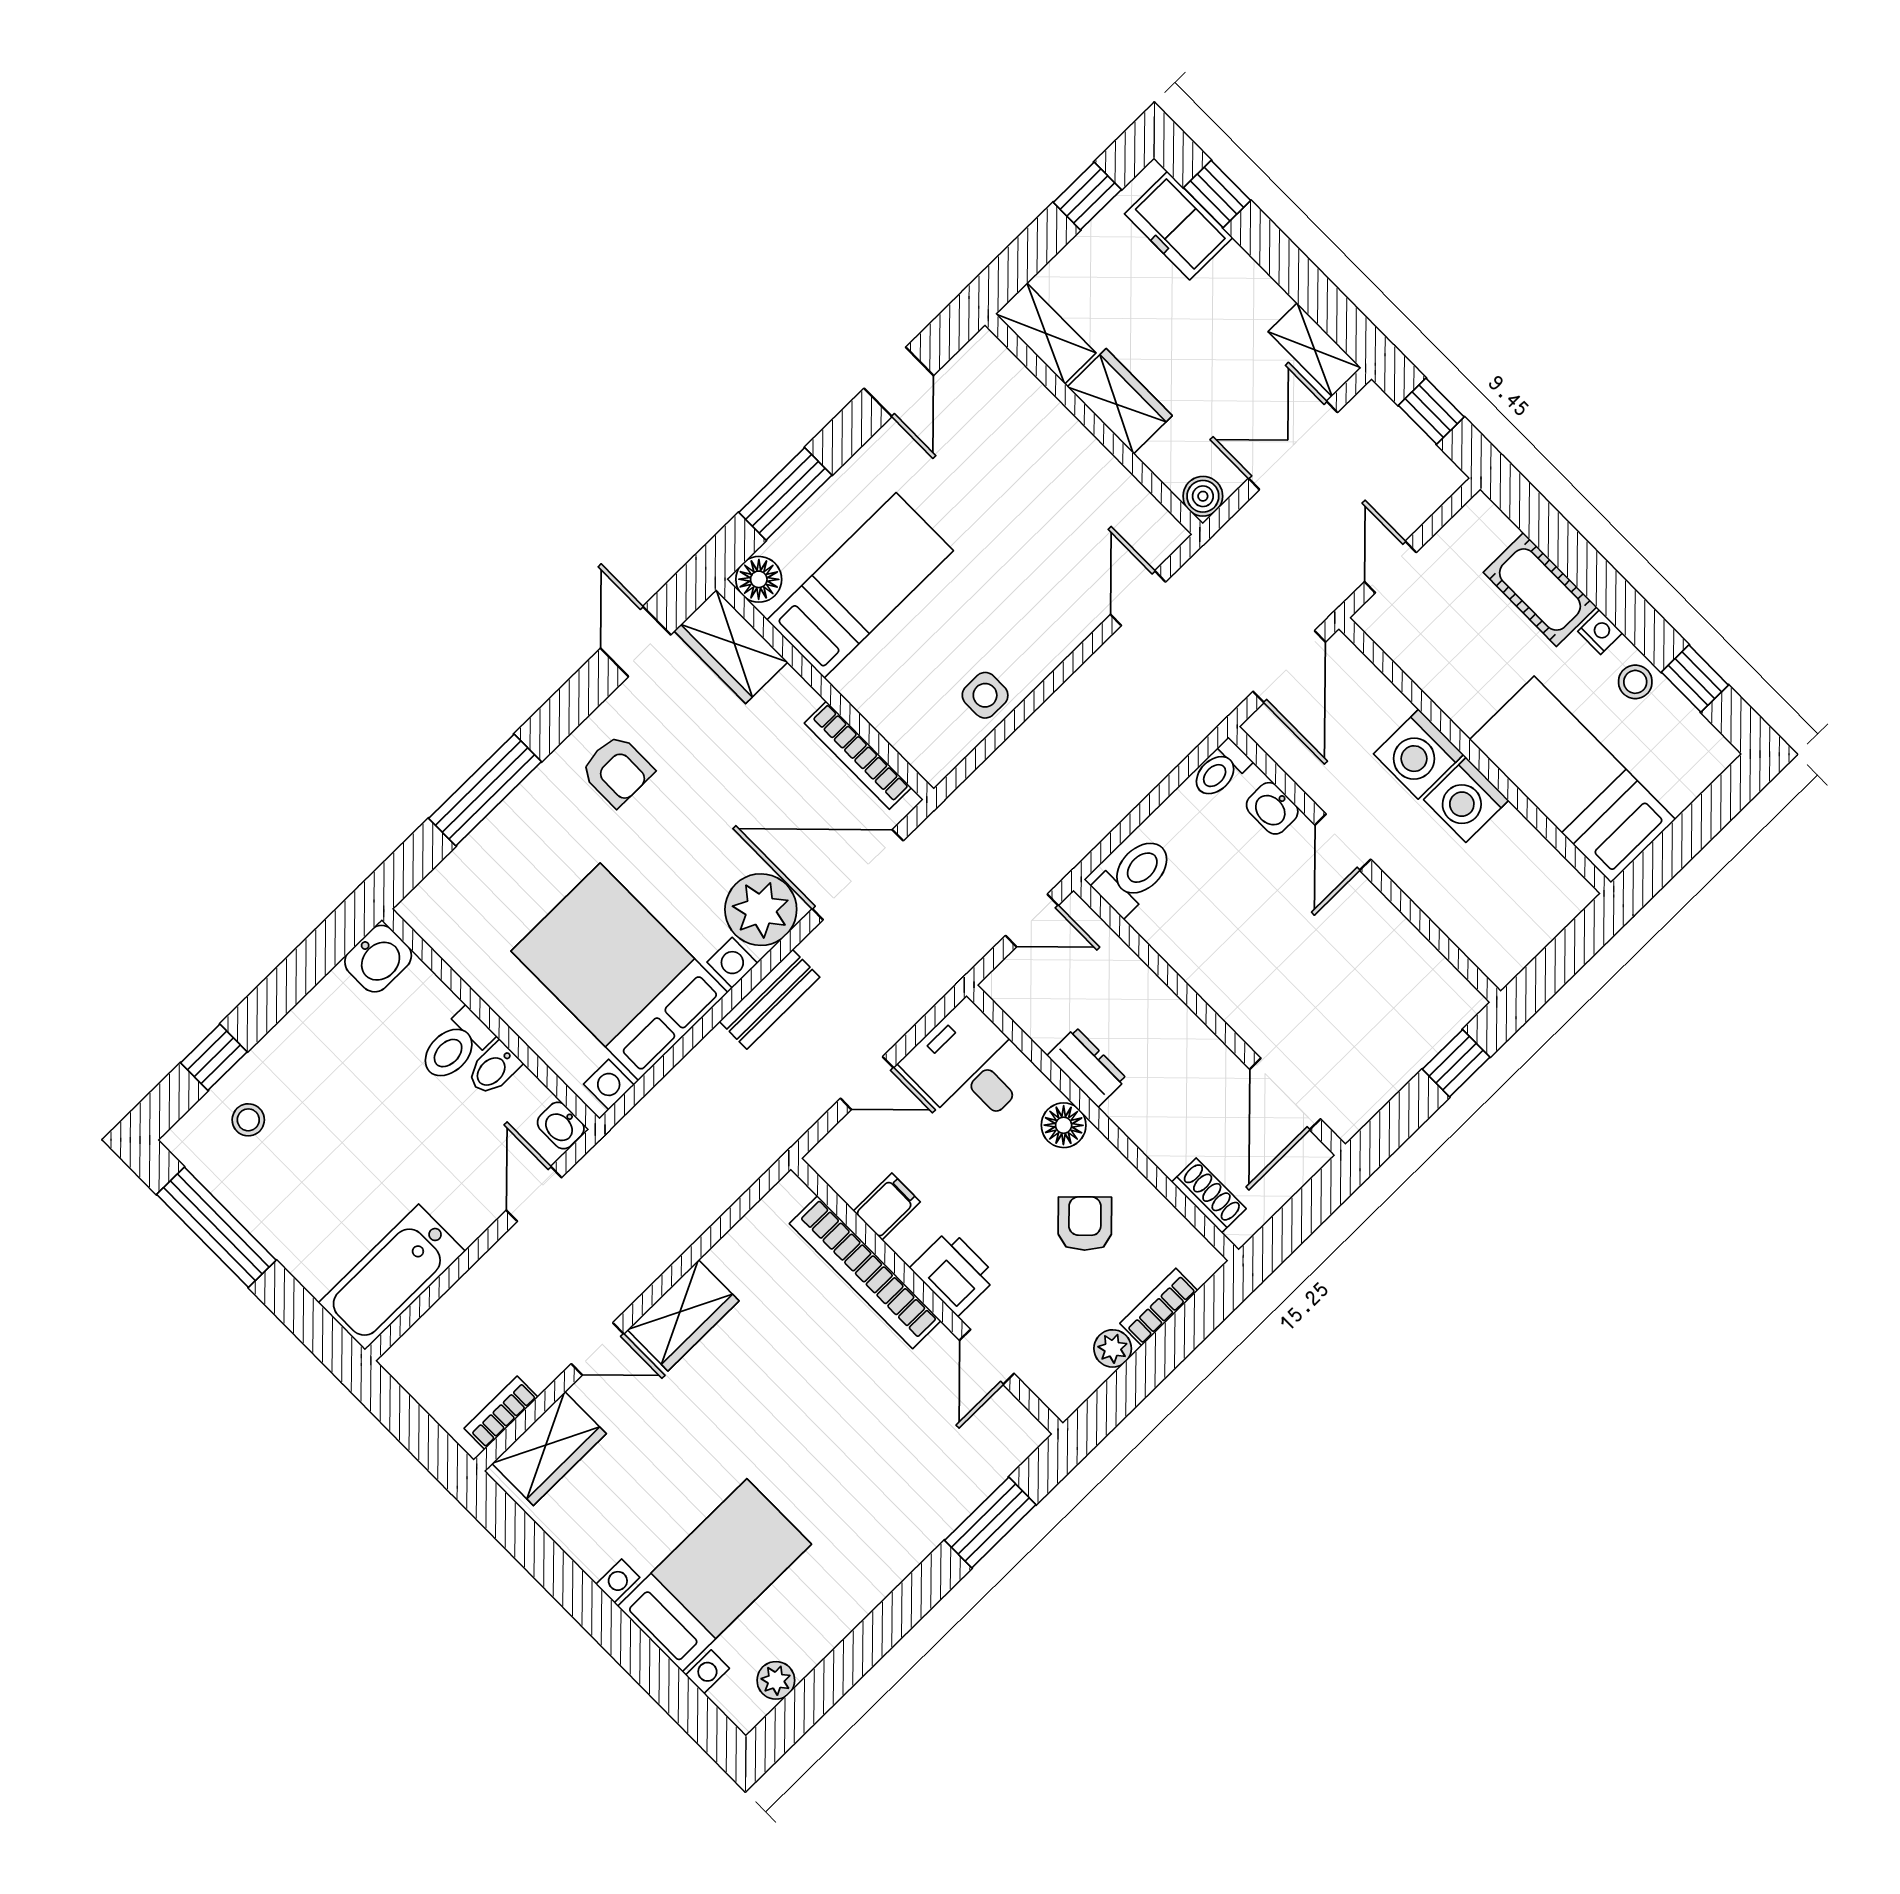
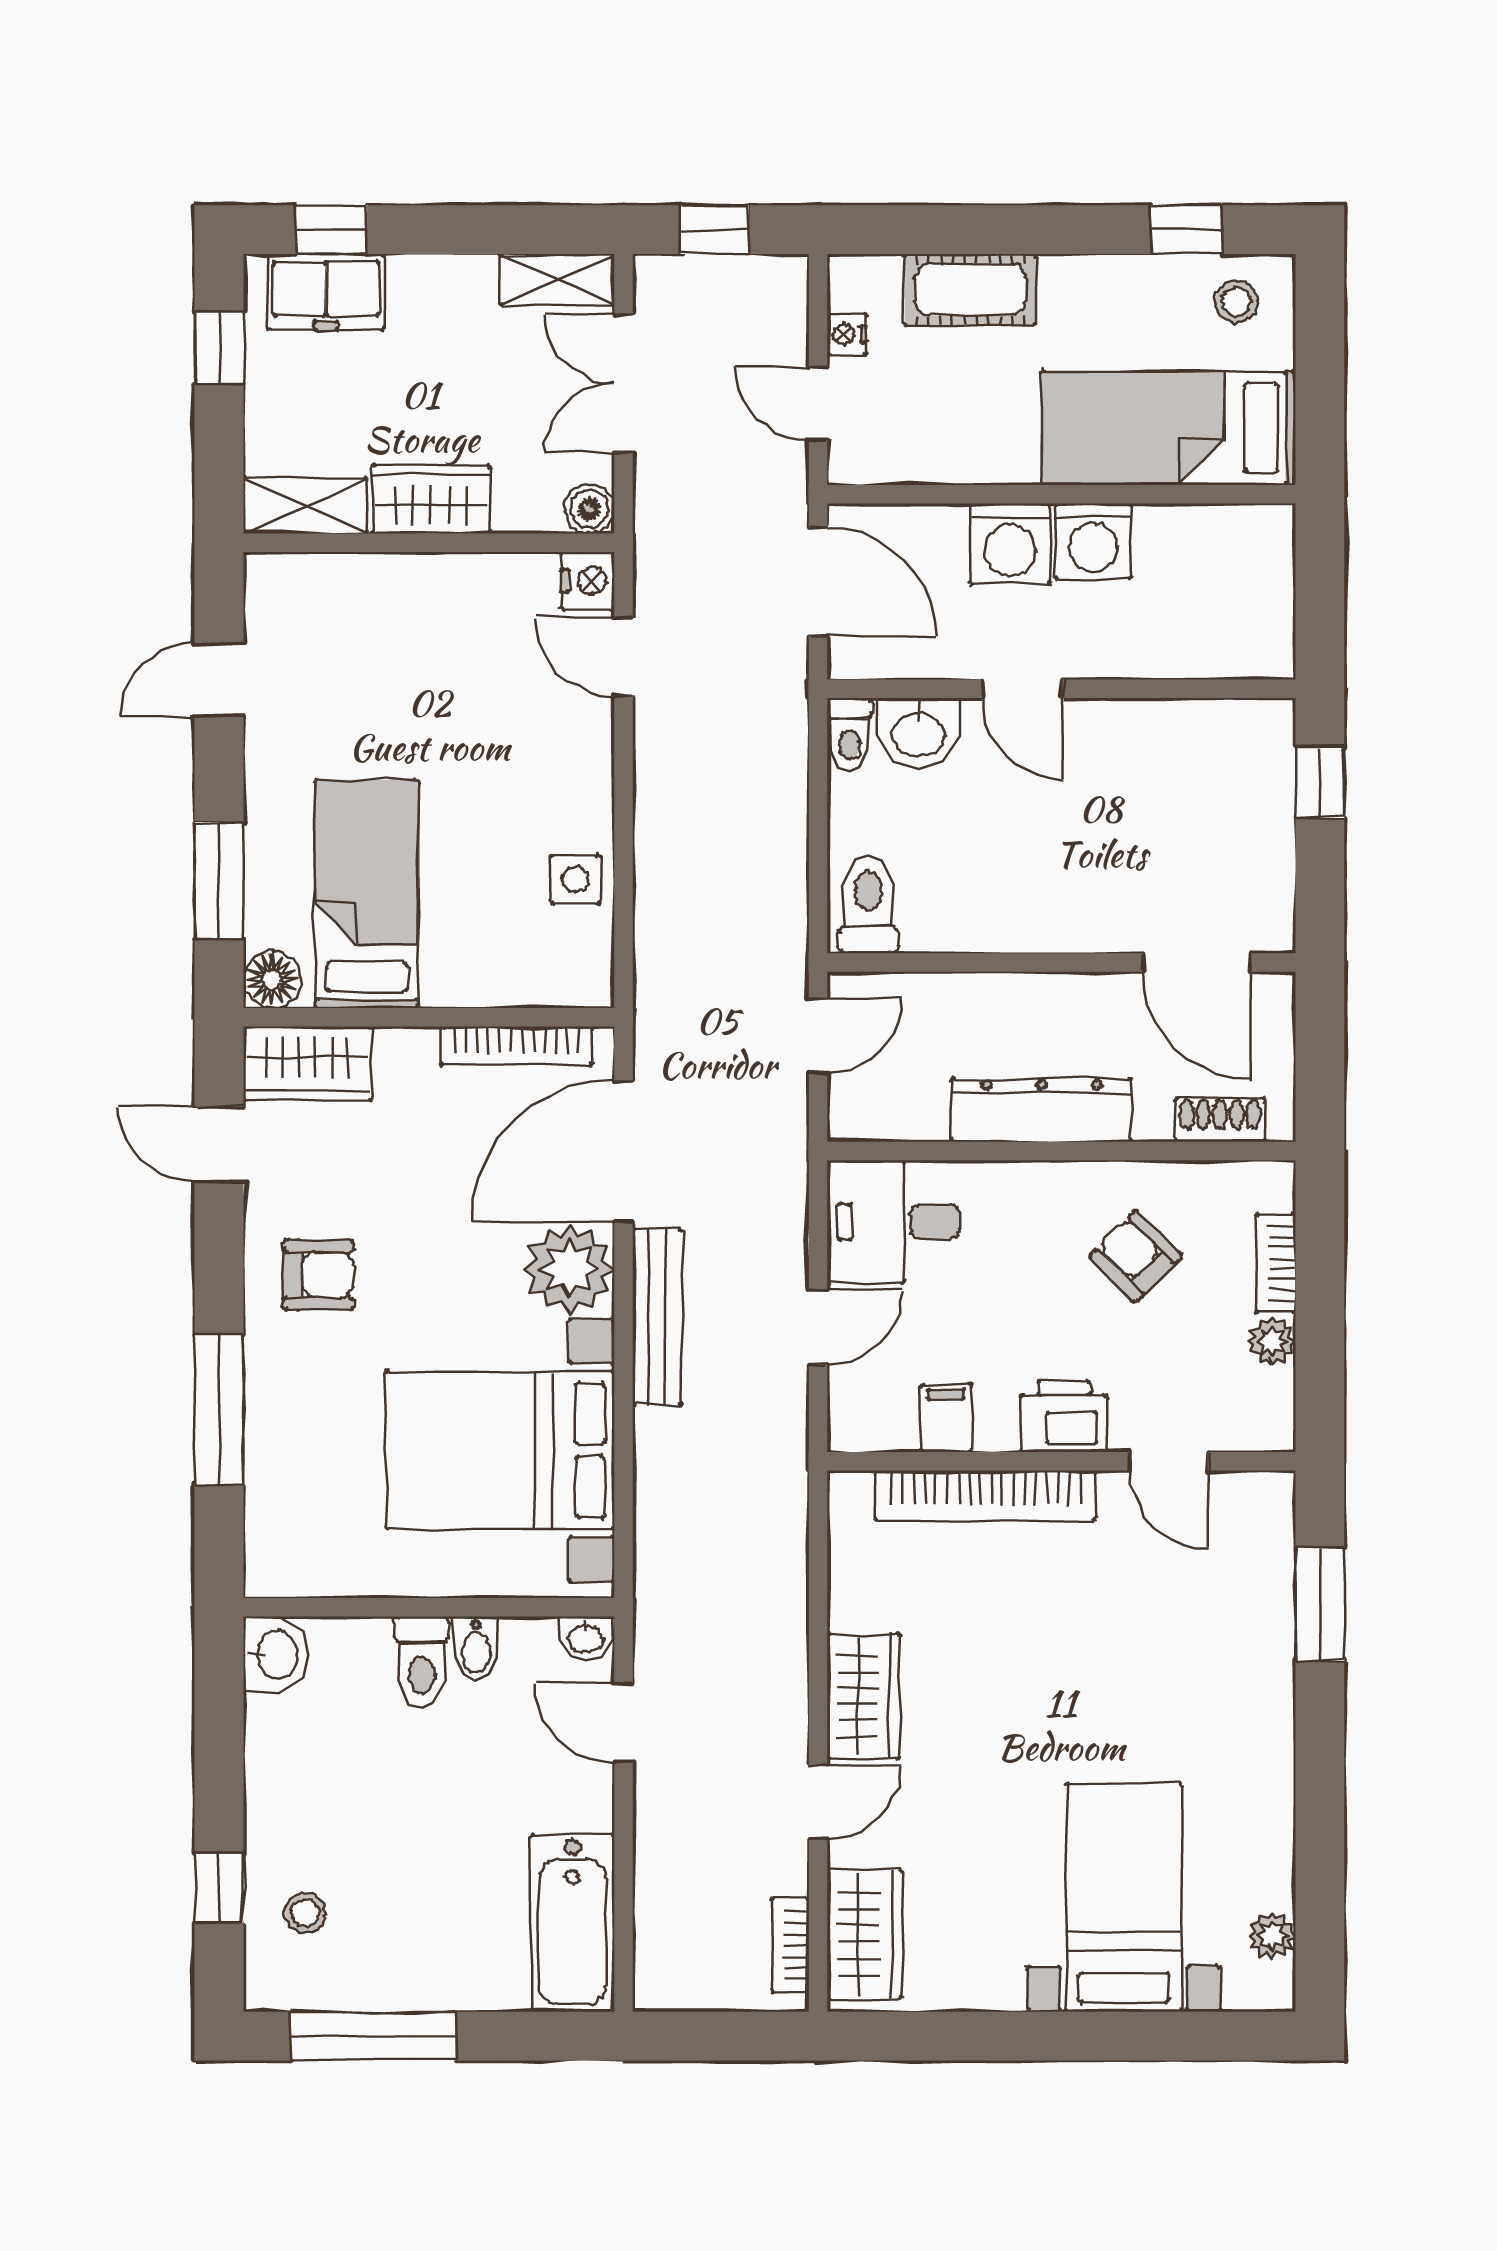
door: (899, 382) -> (219, 680), swing flipped
nightstand: (1161, 536) -> (588, 581), added
nightstand: (1600, 632) -> (847, 334), moved, turned -90
stool: (1635, 682) -> (1236, 301), moved
washbasin: (1272, 808) -> (918, 733), width x1.38, depth x1.45
bench: (770, 999) -> (657, 1317), width x1.36
dresser: (1087, 1067) -> (1042, 1110), width x1.96, depth x1.24
floor lamp: (1064, 1125) -> (1029, 1188), removed

